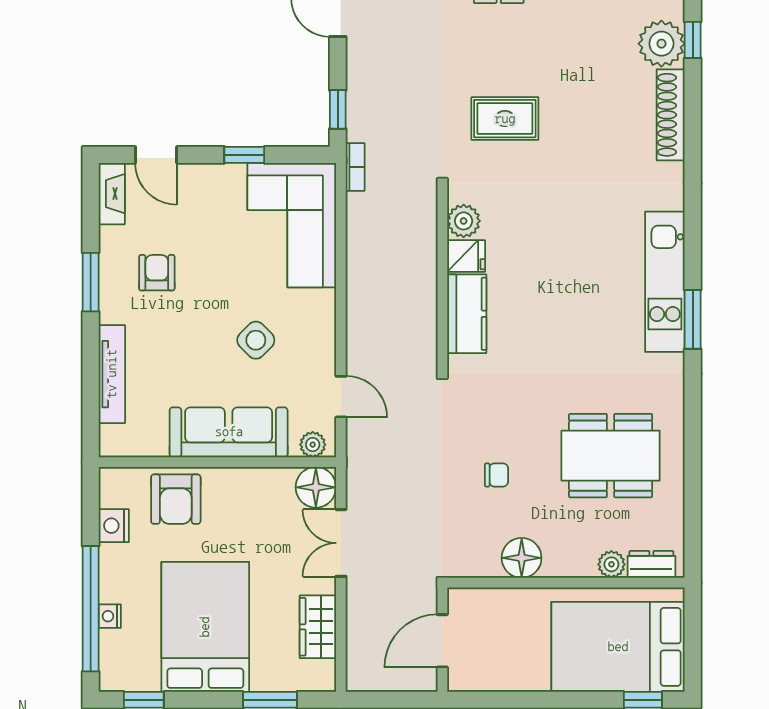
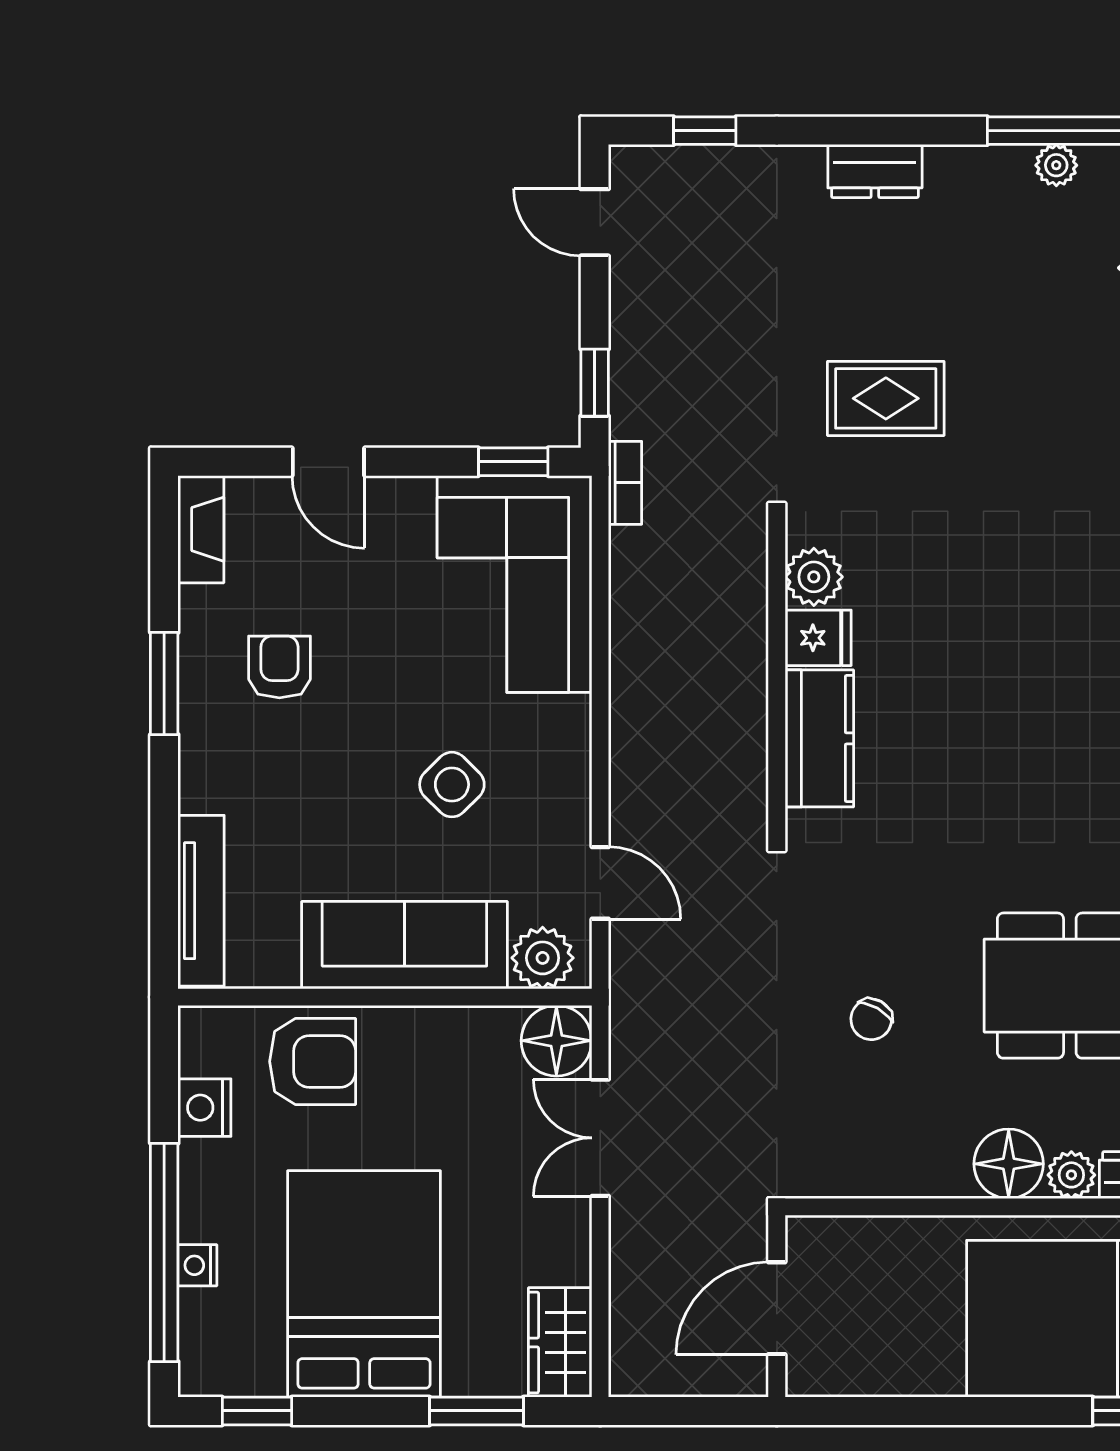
door: (156, 155) -> (328, 462), moved
window: (244, 155) -> (513, 462), moved
tv unit: (112, 374) -> (201, 901), moved
plant: (313, 445) -> (543, 958), width x1.38, depth x1.38
chair: (497, 475) -> (871, 1019), turned 120
armchair: (176, 499) -> (313, 1061), turned -90
floor lamp: (522, 558) -> (1009, 1164), moved
wardrobe: (318, 627) -> (560, 1342), moved

